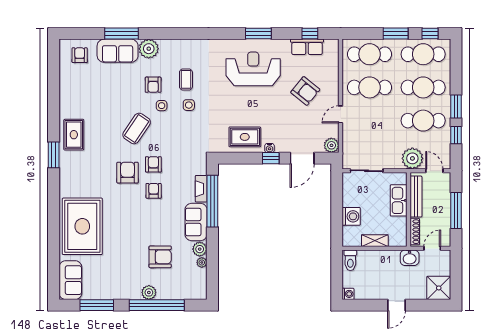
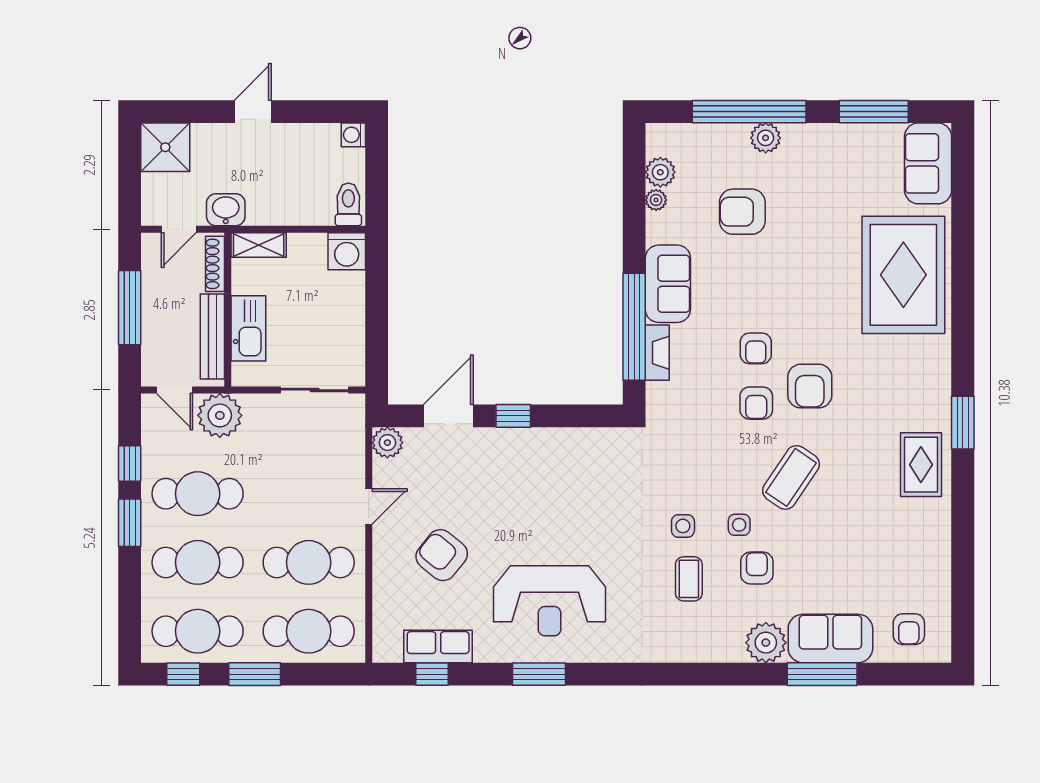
rug: (245, 137) -> (567, 460), removed
water cooler: (270, 148) -> (516, 437), removed
washing machine: (351, 216) -> (347, 251), moved, turned -90
shelving: (375, 241) -> (259, 245), moved
plant: (200, 249) -> (660, 172), moved

